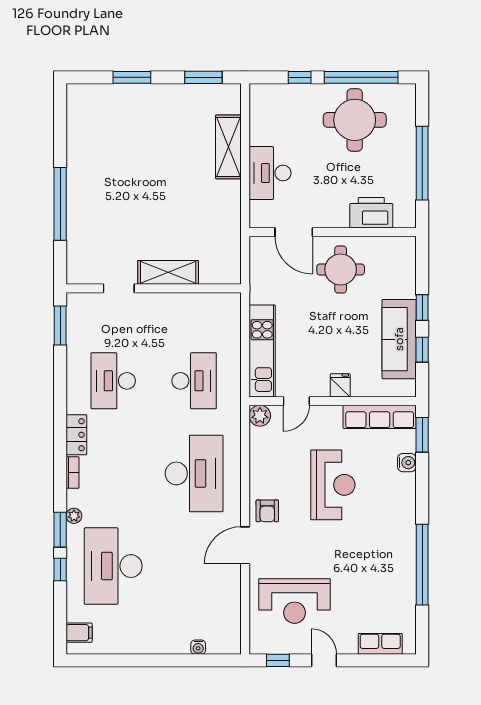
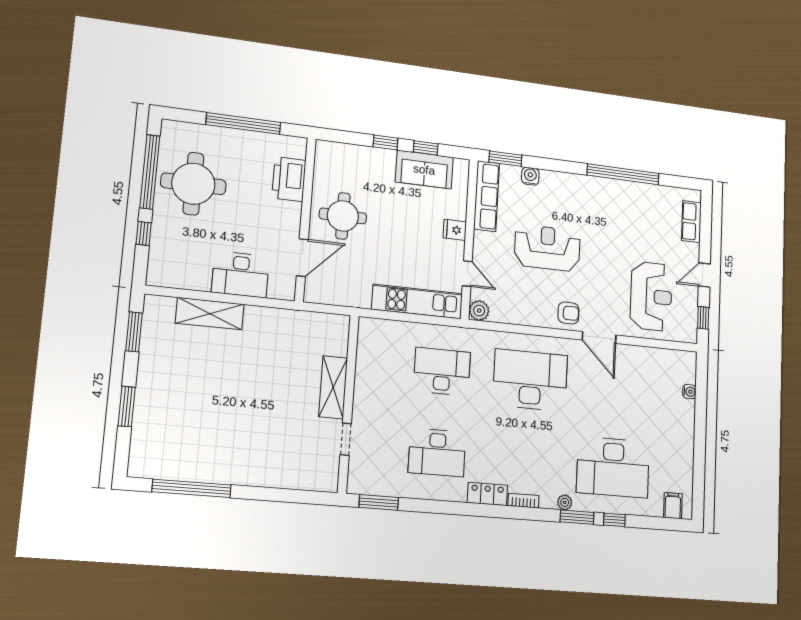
window: (60, 204) -> (192, 488), moved
sofa: (399, 339) -> (424, 170), width x0.73

